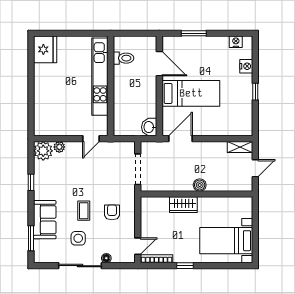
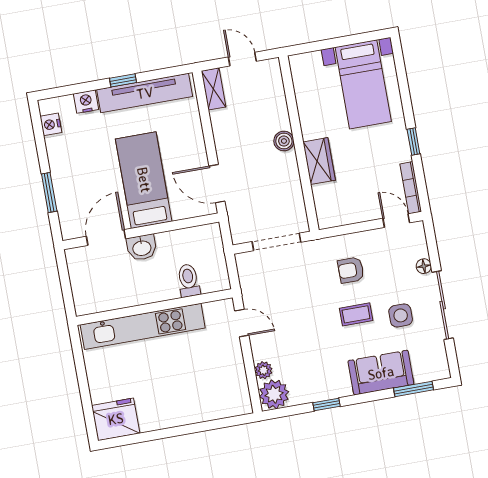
toilet: (124, 58) -> (189, 280), moved
tv unit: (245, 104) -> (145, 93), added
washbasin: (149, 127) -> (142, 248), moved

